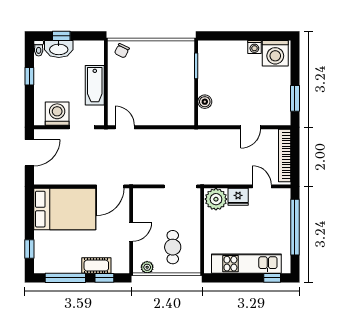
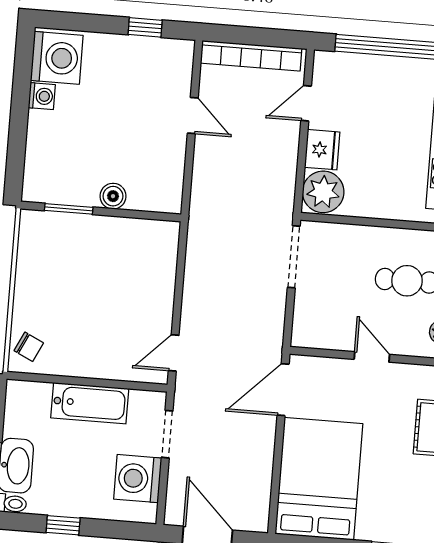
window: (295, 98) -> (145, 27), width x0.67
boiler: (205, 102) -> (113, 196), moved
door: (110, 186) -> (283, 390), swing flipped

